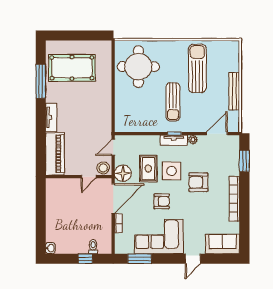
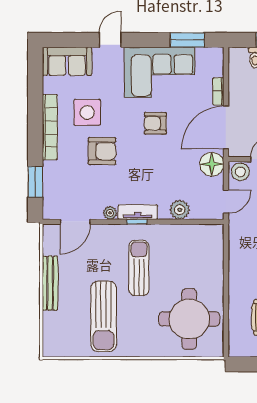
plant: (145, 142) -> (180, 210), added
rug: (148, 169) -> (175, 171), removed
side table: (172, 171) -> (87, 113), moved

